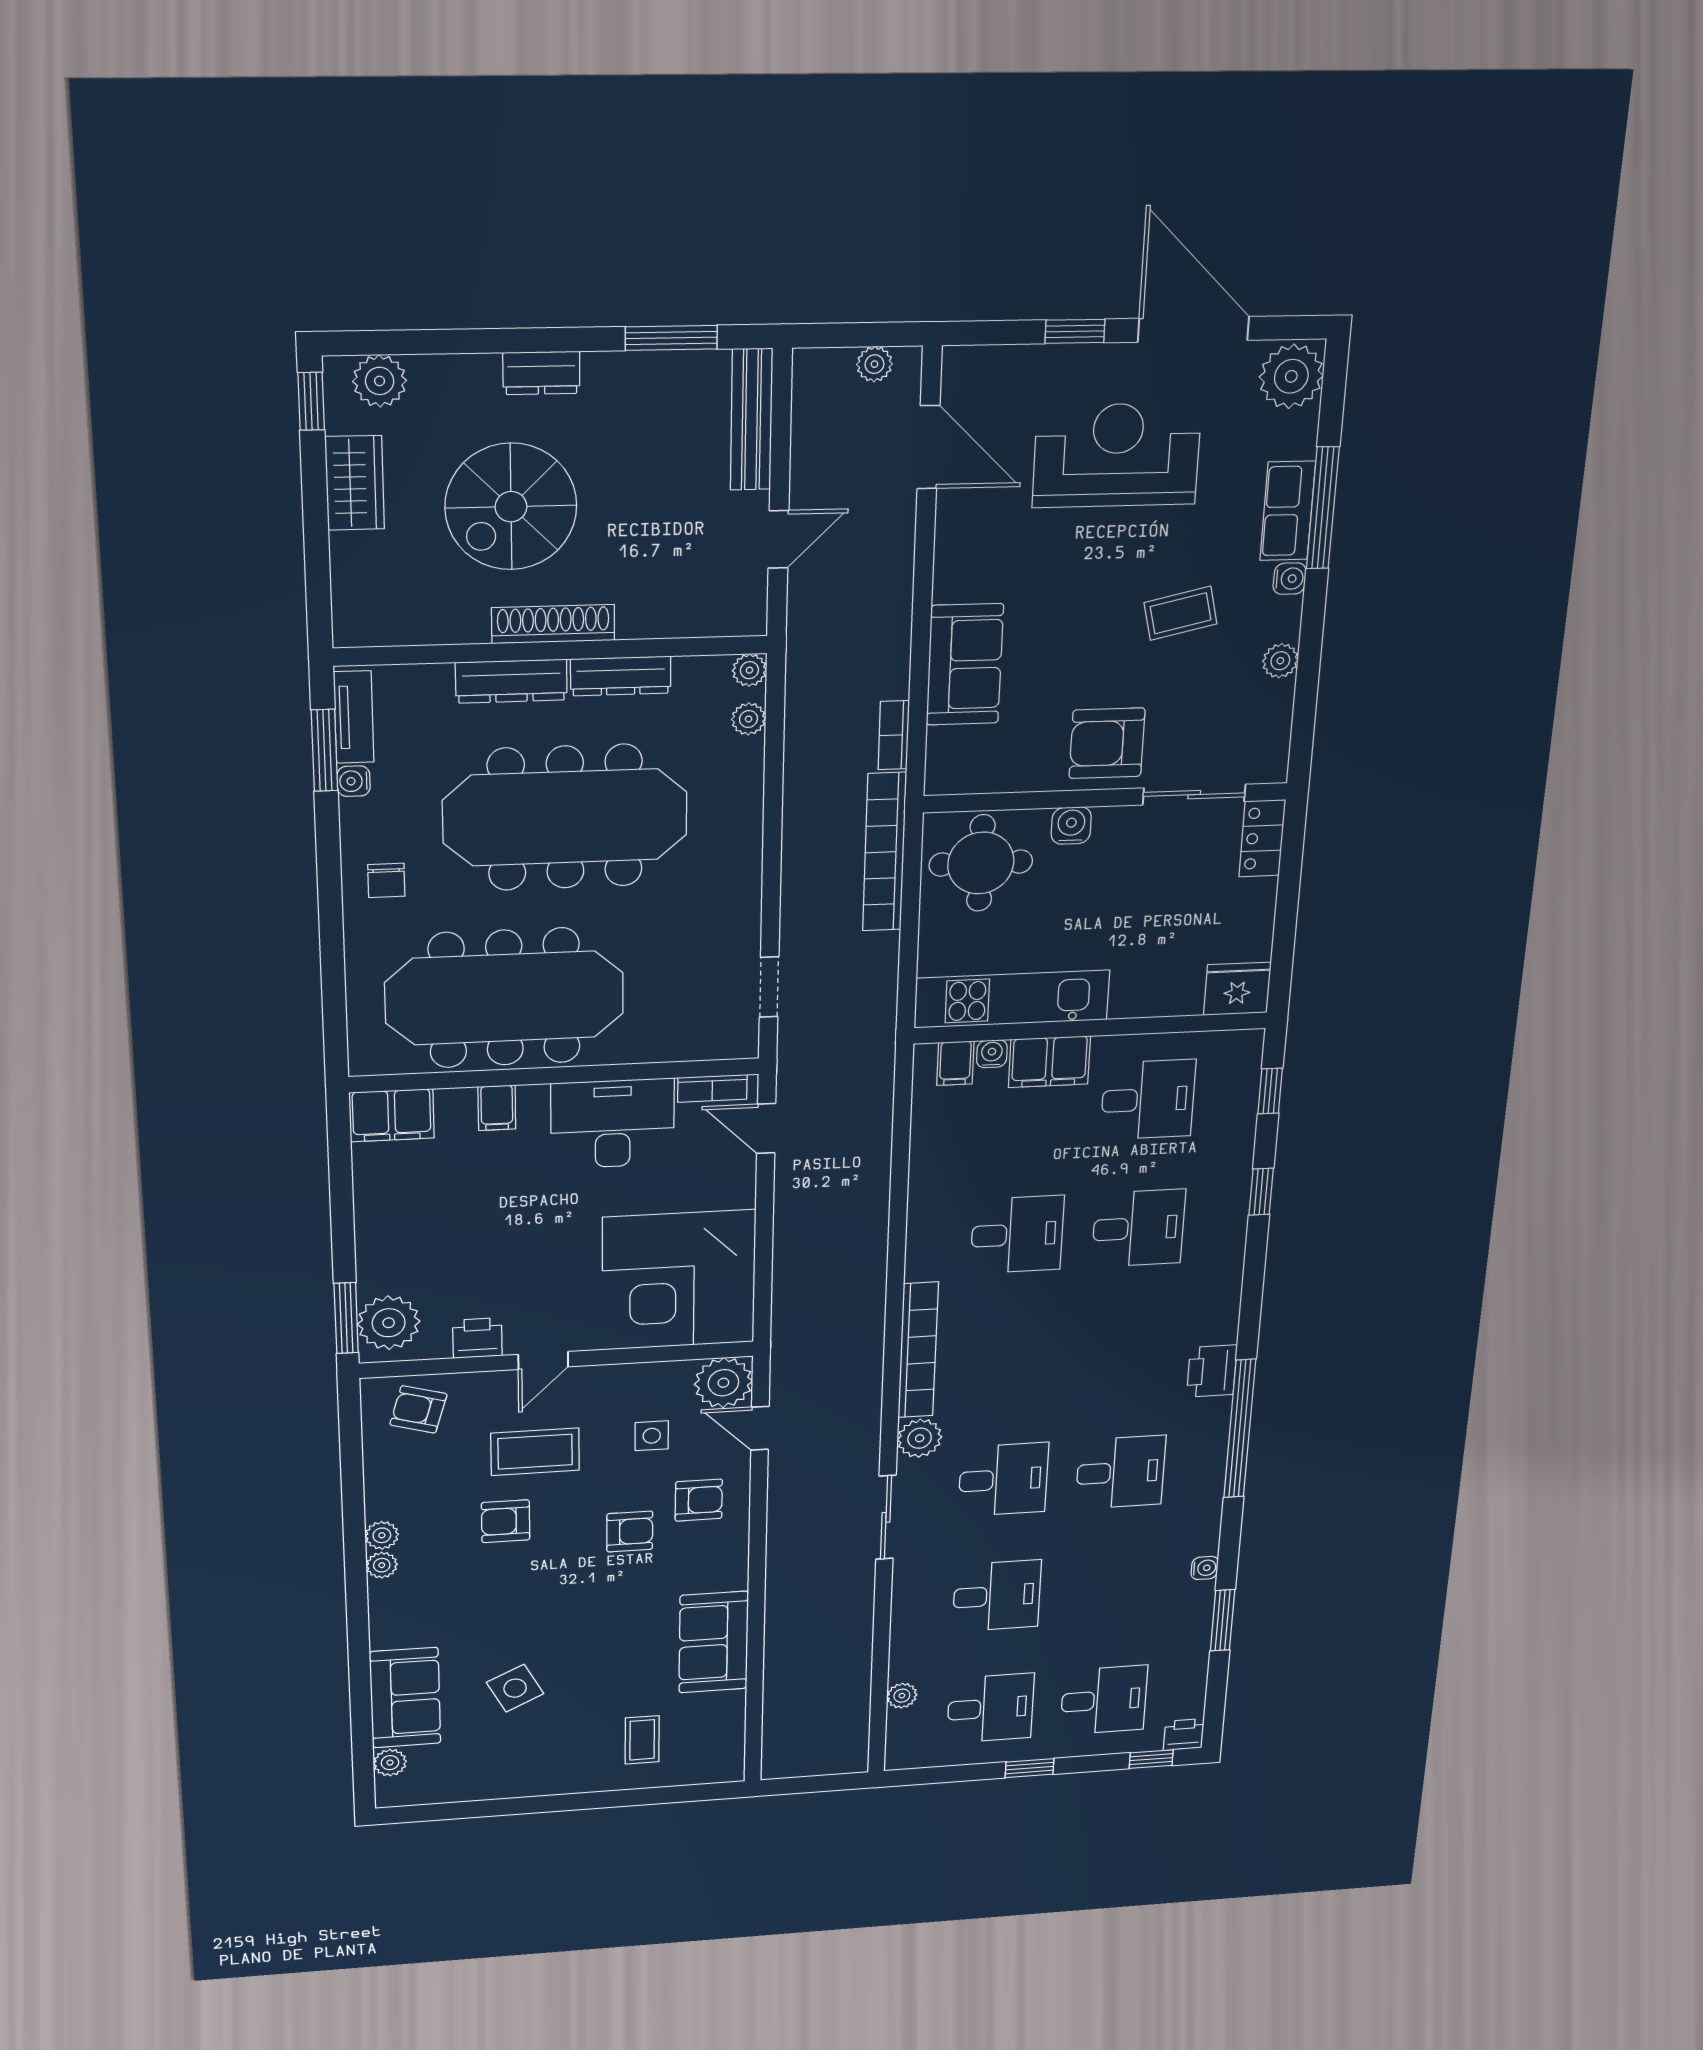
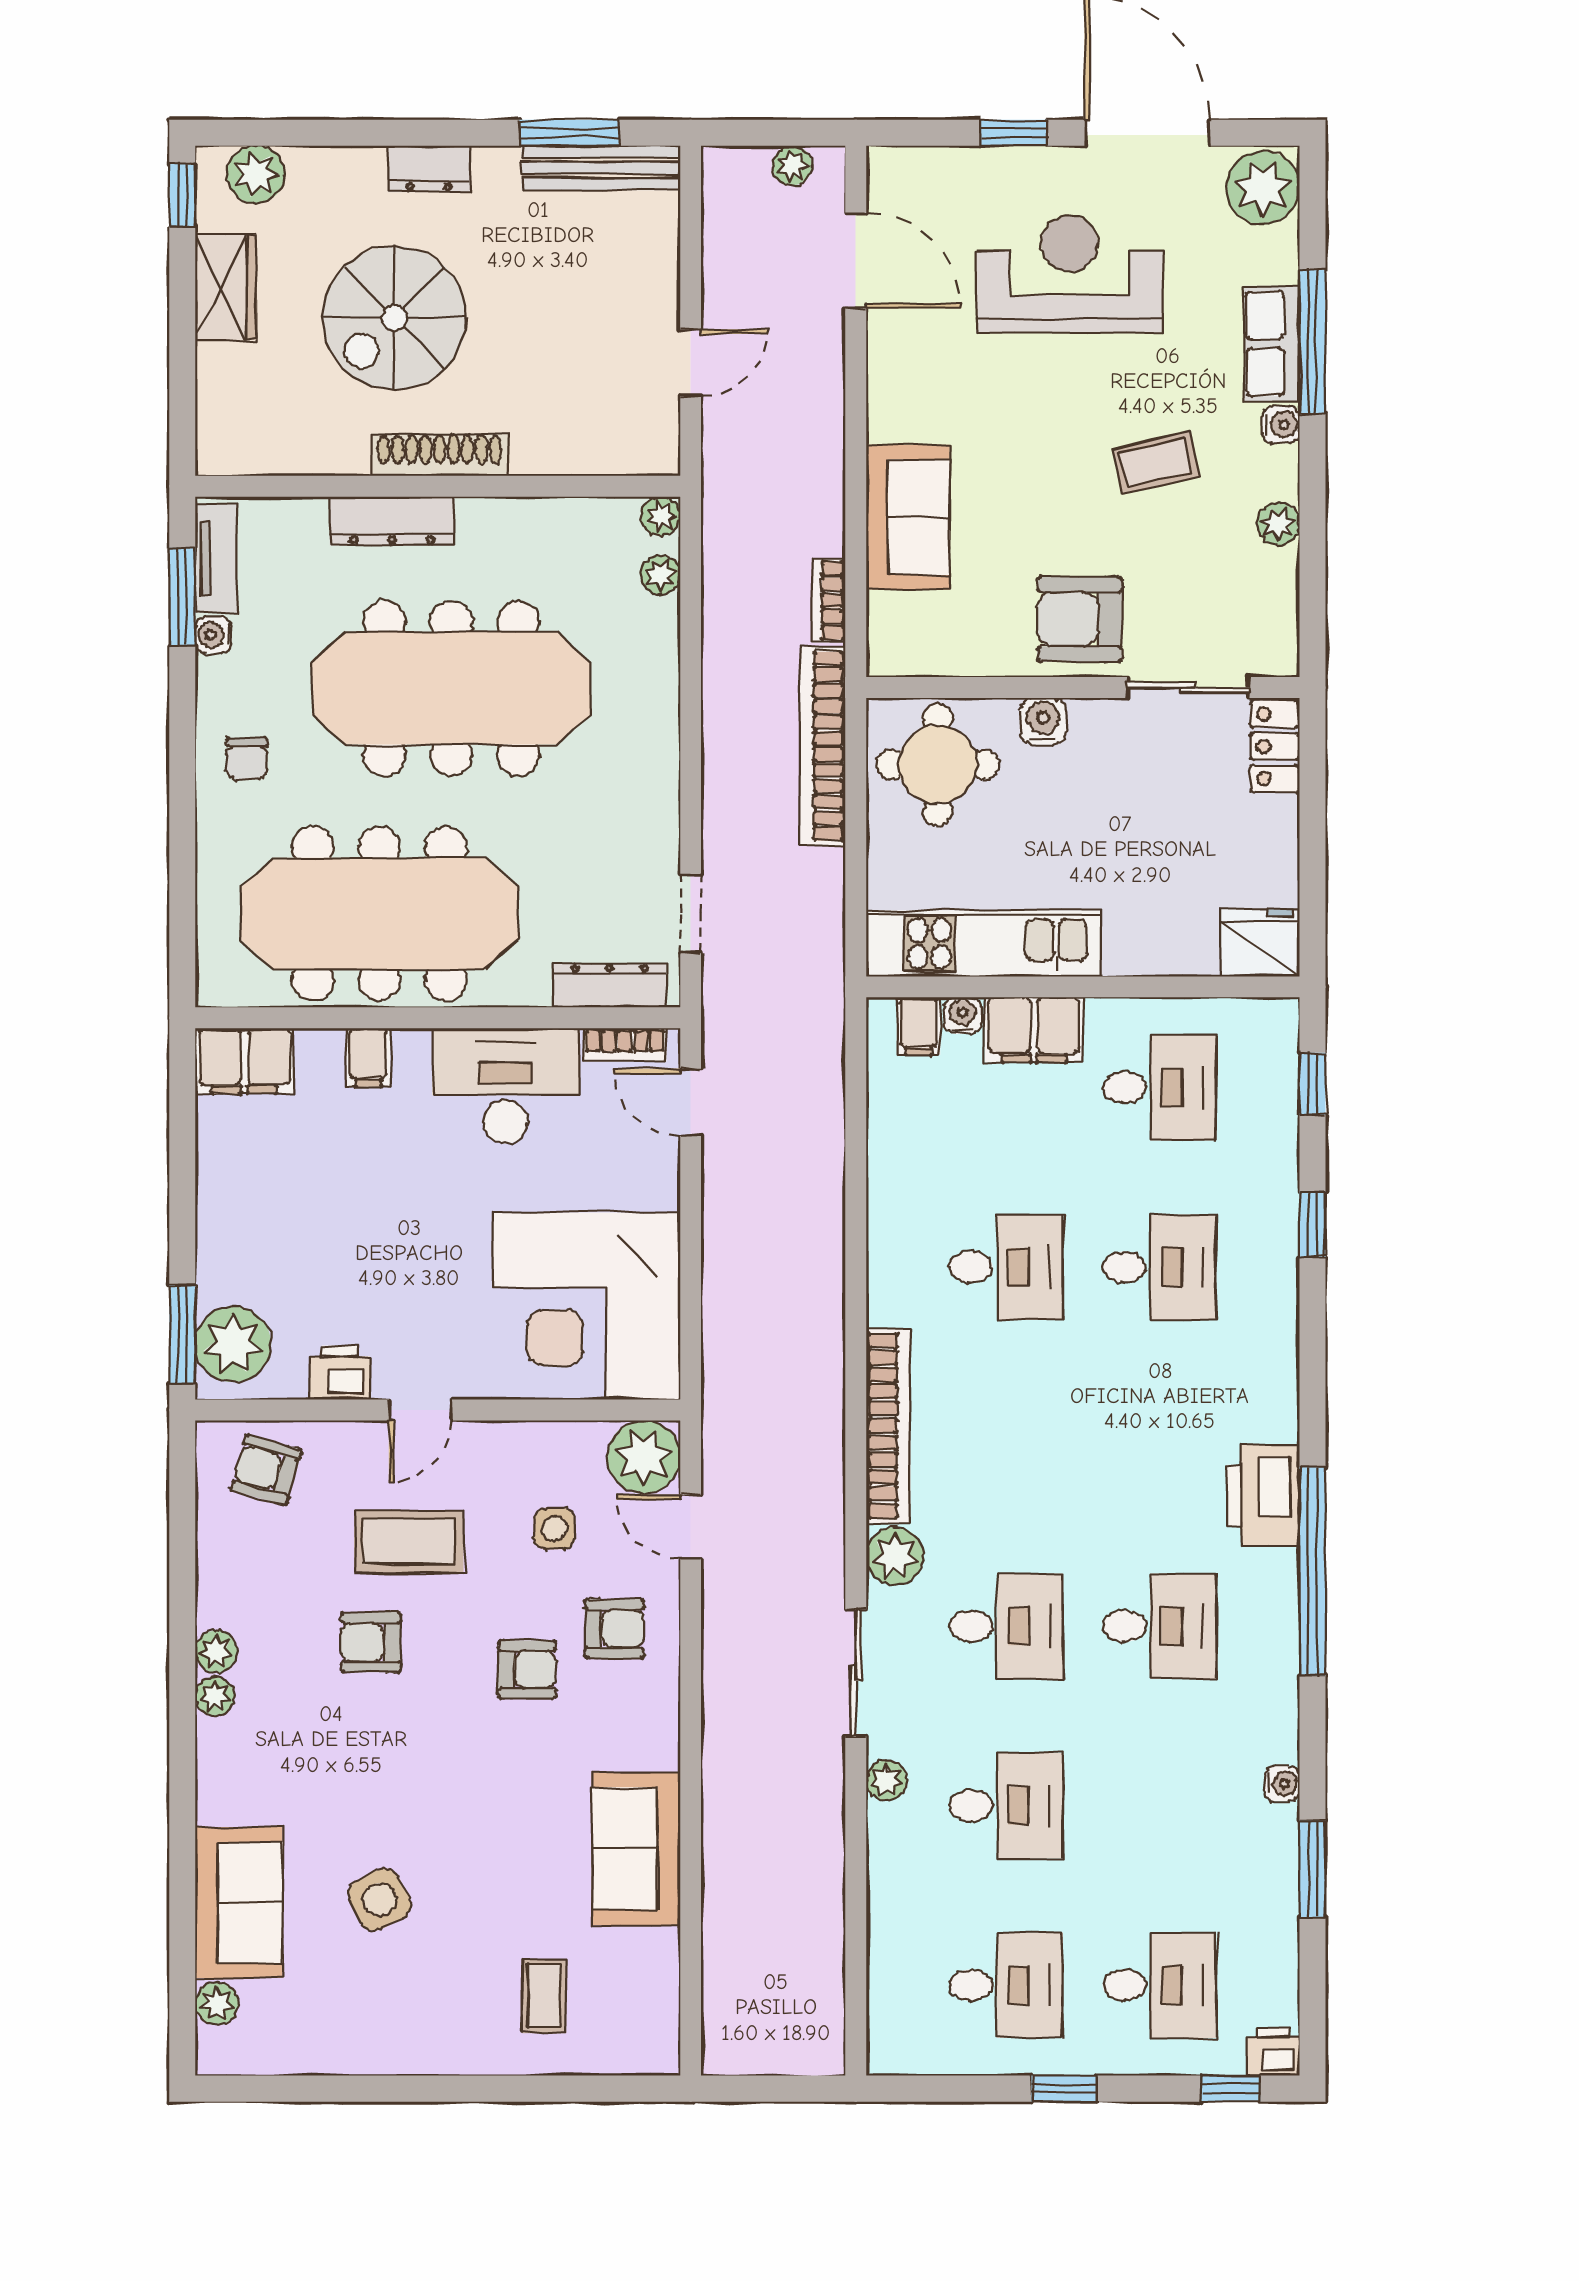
bench: (751, 419) -> (601, 168), moved, turned 90
dresser: (621, 676) -> (610, 985), moved, turned 180
printer: (1212, 1371) -> (1263, 1495), width x1.37, depth x1.19
plant: (902, 1696) -> (886, 1781), moved

